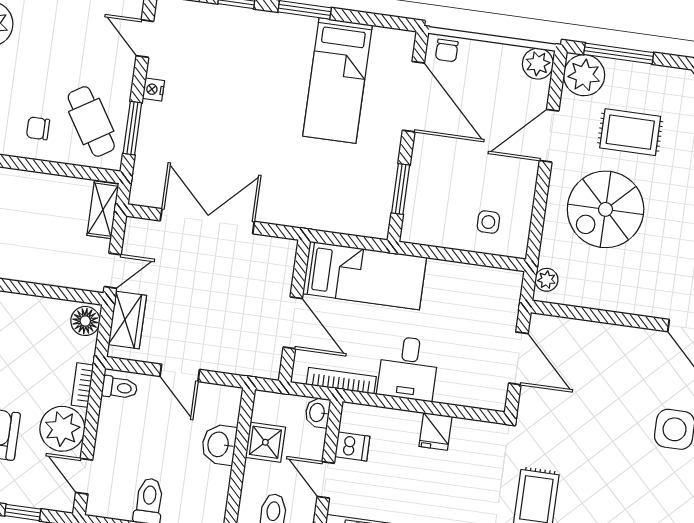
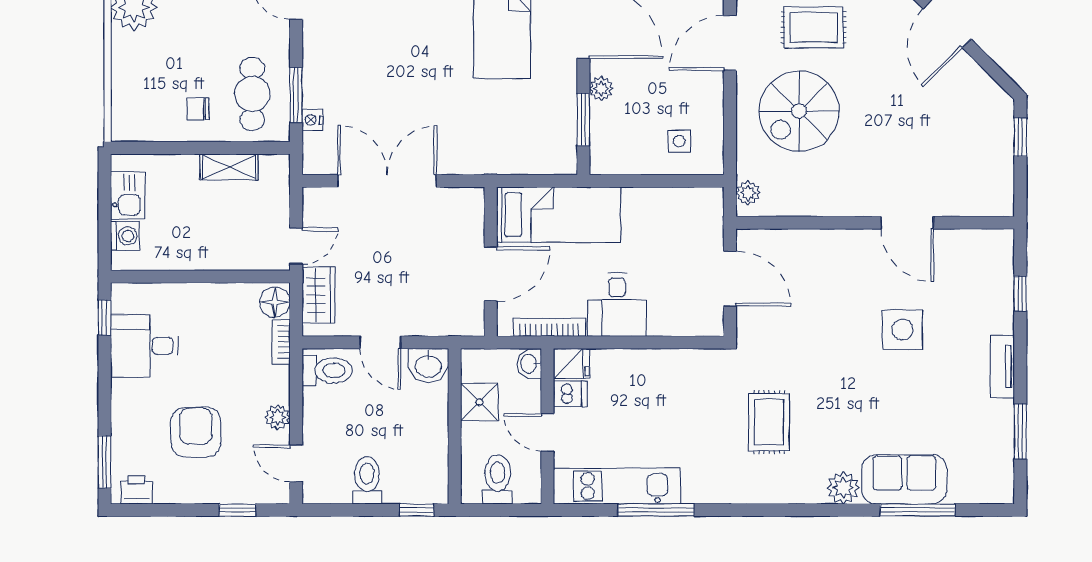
nightstand: (153, 89) -> (312, 120), moved
cafe table: (91, 121) -> (252, 94), turned 32
plant: (422, 162) -> (601, 89), added
shelving: (103, 210) -> (229, 167), moved, turned 90
door: (293, 323) -> (491, 274), hinge flipped
bookcase: (82, 385) -> (281, 342), moved
toilet: (120, 388) -> (327, 370), width x1.37, depth x1.39
plant: (62, 429) -> (278, 417), width x0.53, depth x0.53
fridge: (435, 431) -> (571, 363), moved, turned -90
washbasin: (219, 444) -> (428, 365), moved, turned -90

